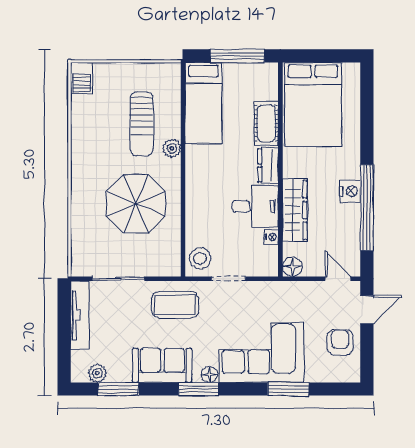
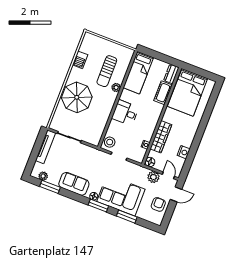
window: (237, 56) -> (162, 57), removed
barbecue: (82, 78) -> (80, 60), moved
dresser: (268, 165) -> (171, 74), moved
nightstand: (350, 191) -> (184, 152), moved
parasol: (136, 204) -> (77, 97), moved
desk: (255, 206) -> (125, 113), moved, turned 180
window: (367, 208) -> (194, 148), removed
plant: (310, 293) -> (153, 177), added
coffee table: (175, 305) -> (90, 159), removed
window: (199, 389) -> (98, 206), moved

